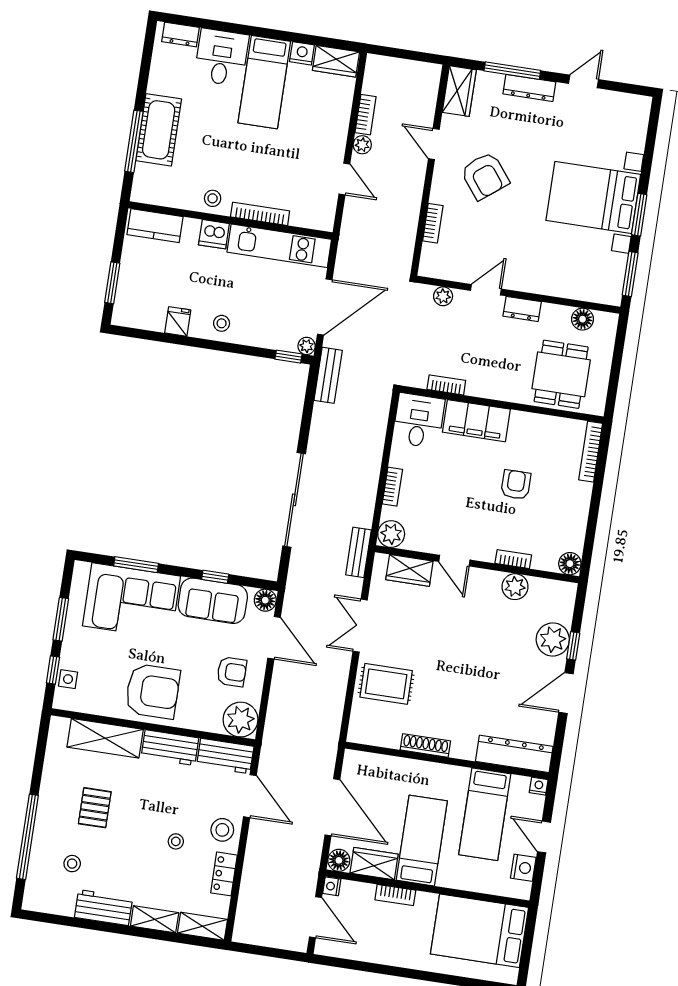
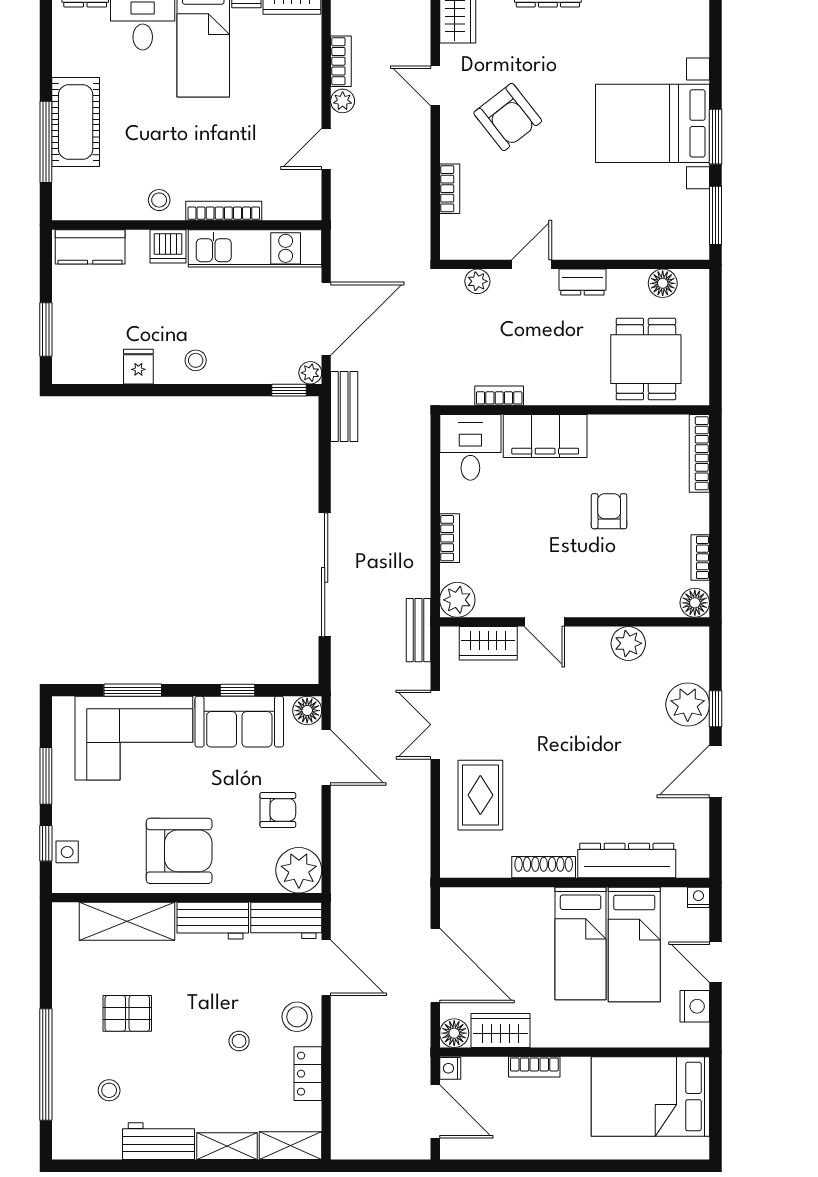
door: (344, 179) -> (326, 149), swing flipped
bookcase: (513, 559) -> (700, 557), moved, turned -90
rug: (386, 684) -> (480, 795), turned 90
dresser: (514, 754) -> (627, 860), moved
pallet: (95, 808) -> (127, 1013), turned 90
bed: (422, 841) -> (581, 943), moved, turned 180

